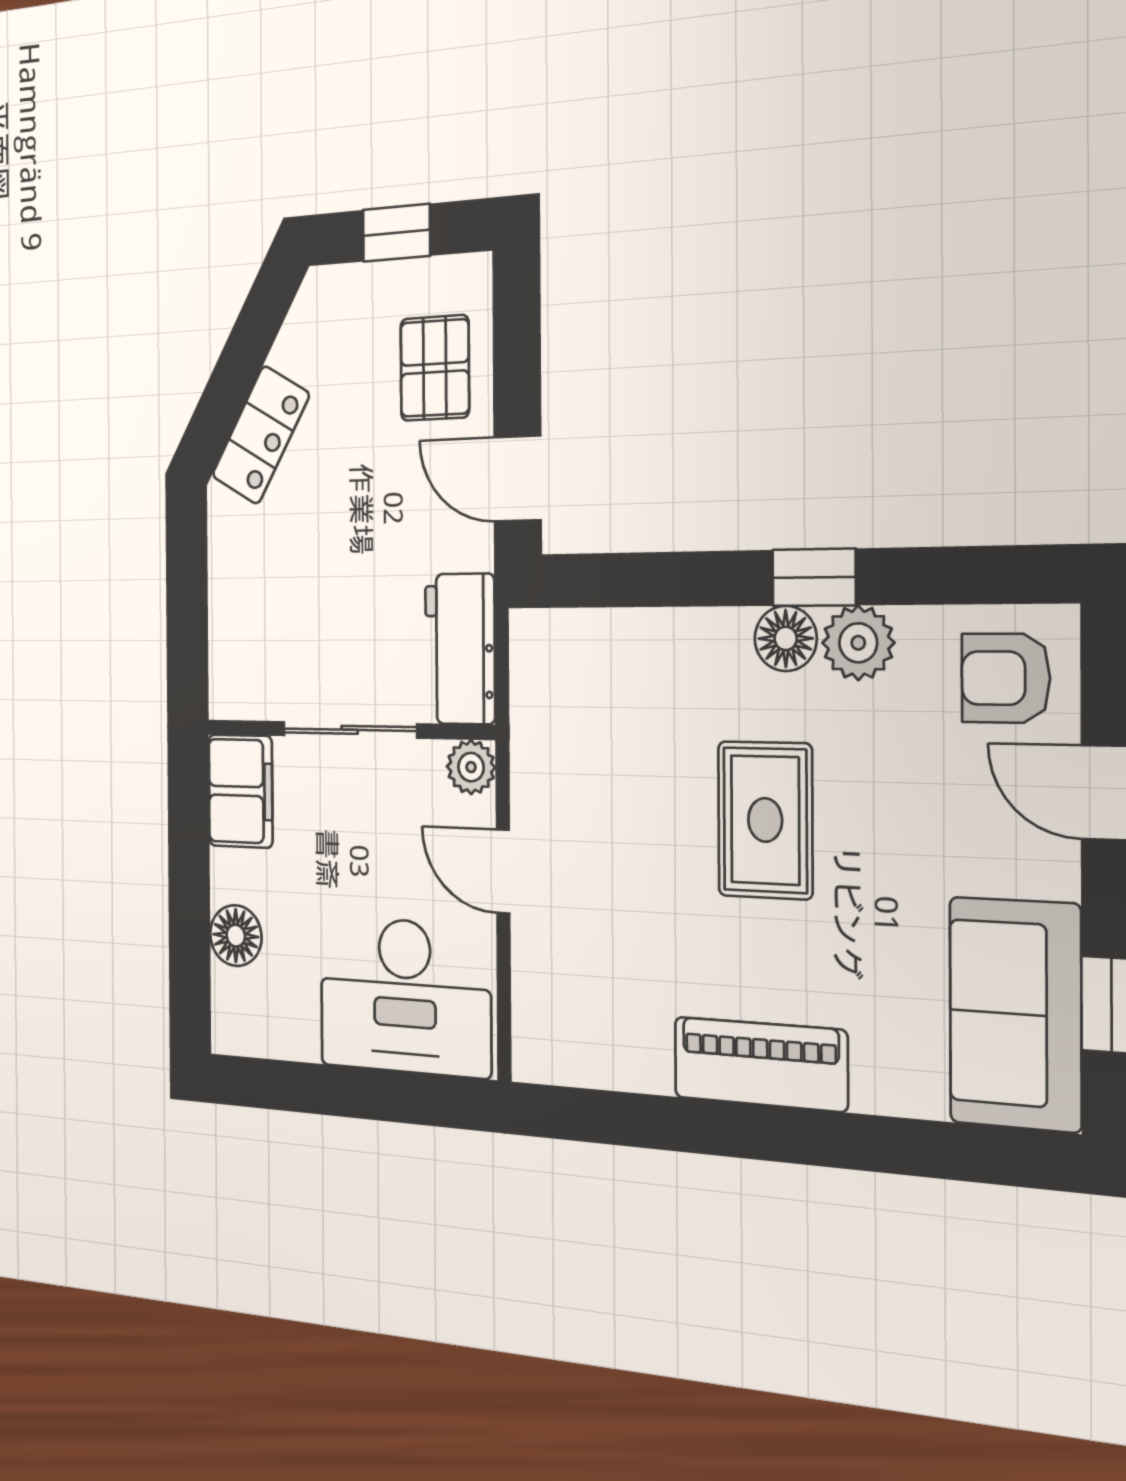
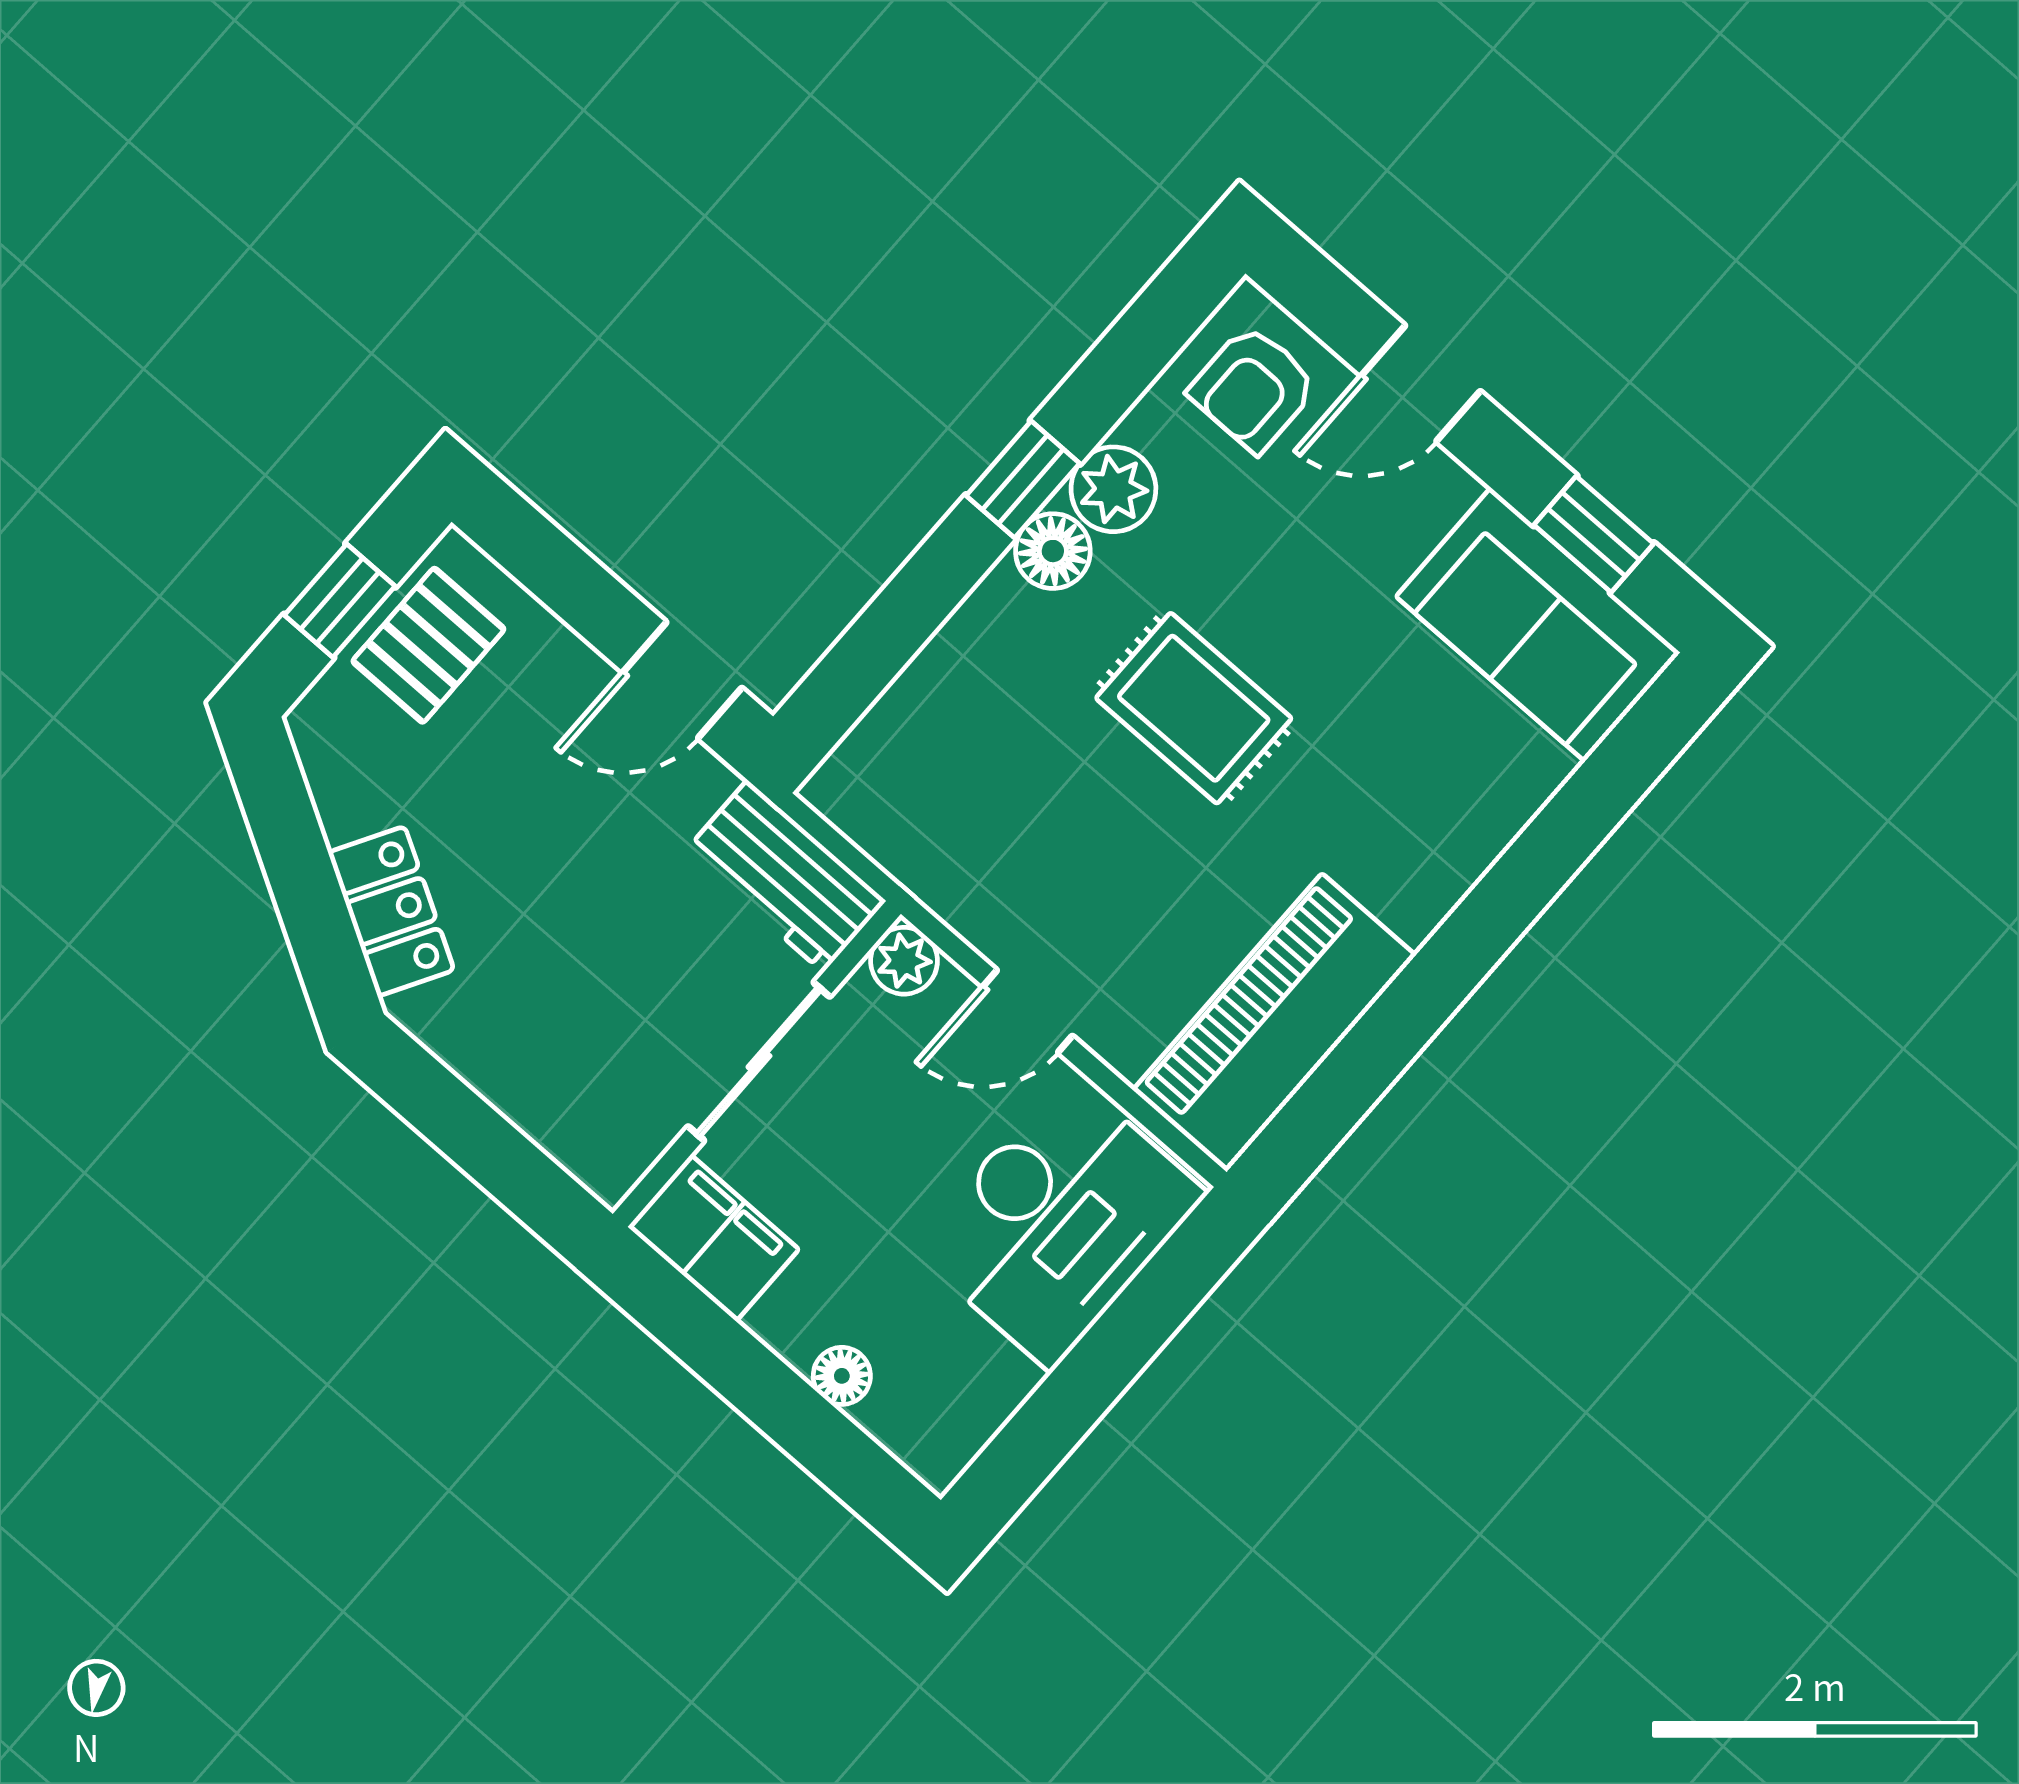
pallet: (435, 368) -> (428, 645), moved, turned 90
floor lamp: (236, 936) -> (842, 1376), width x0.73, depth x0.73
piano: (760, 1064) -> (1274, 1023), moved, width x1.37, depth x1.33

